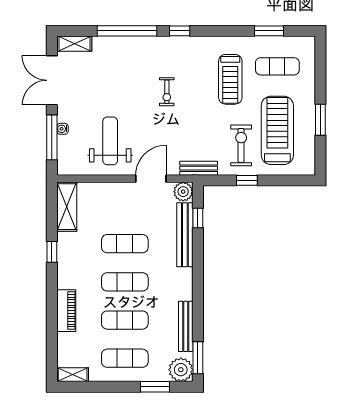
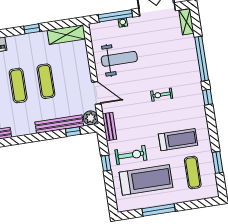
treadmill: (230, 79) -> (178, 140), turned 180
window: (320, 120) -> (159, 210), width x1.44

